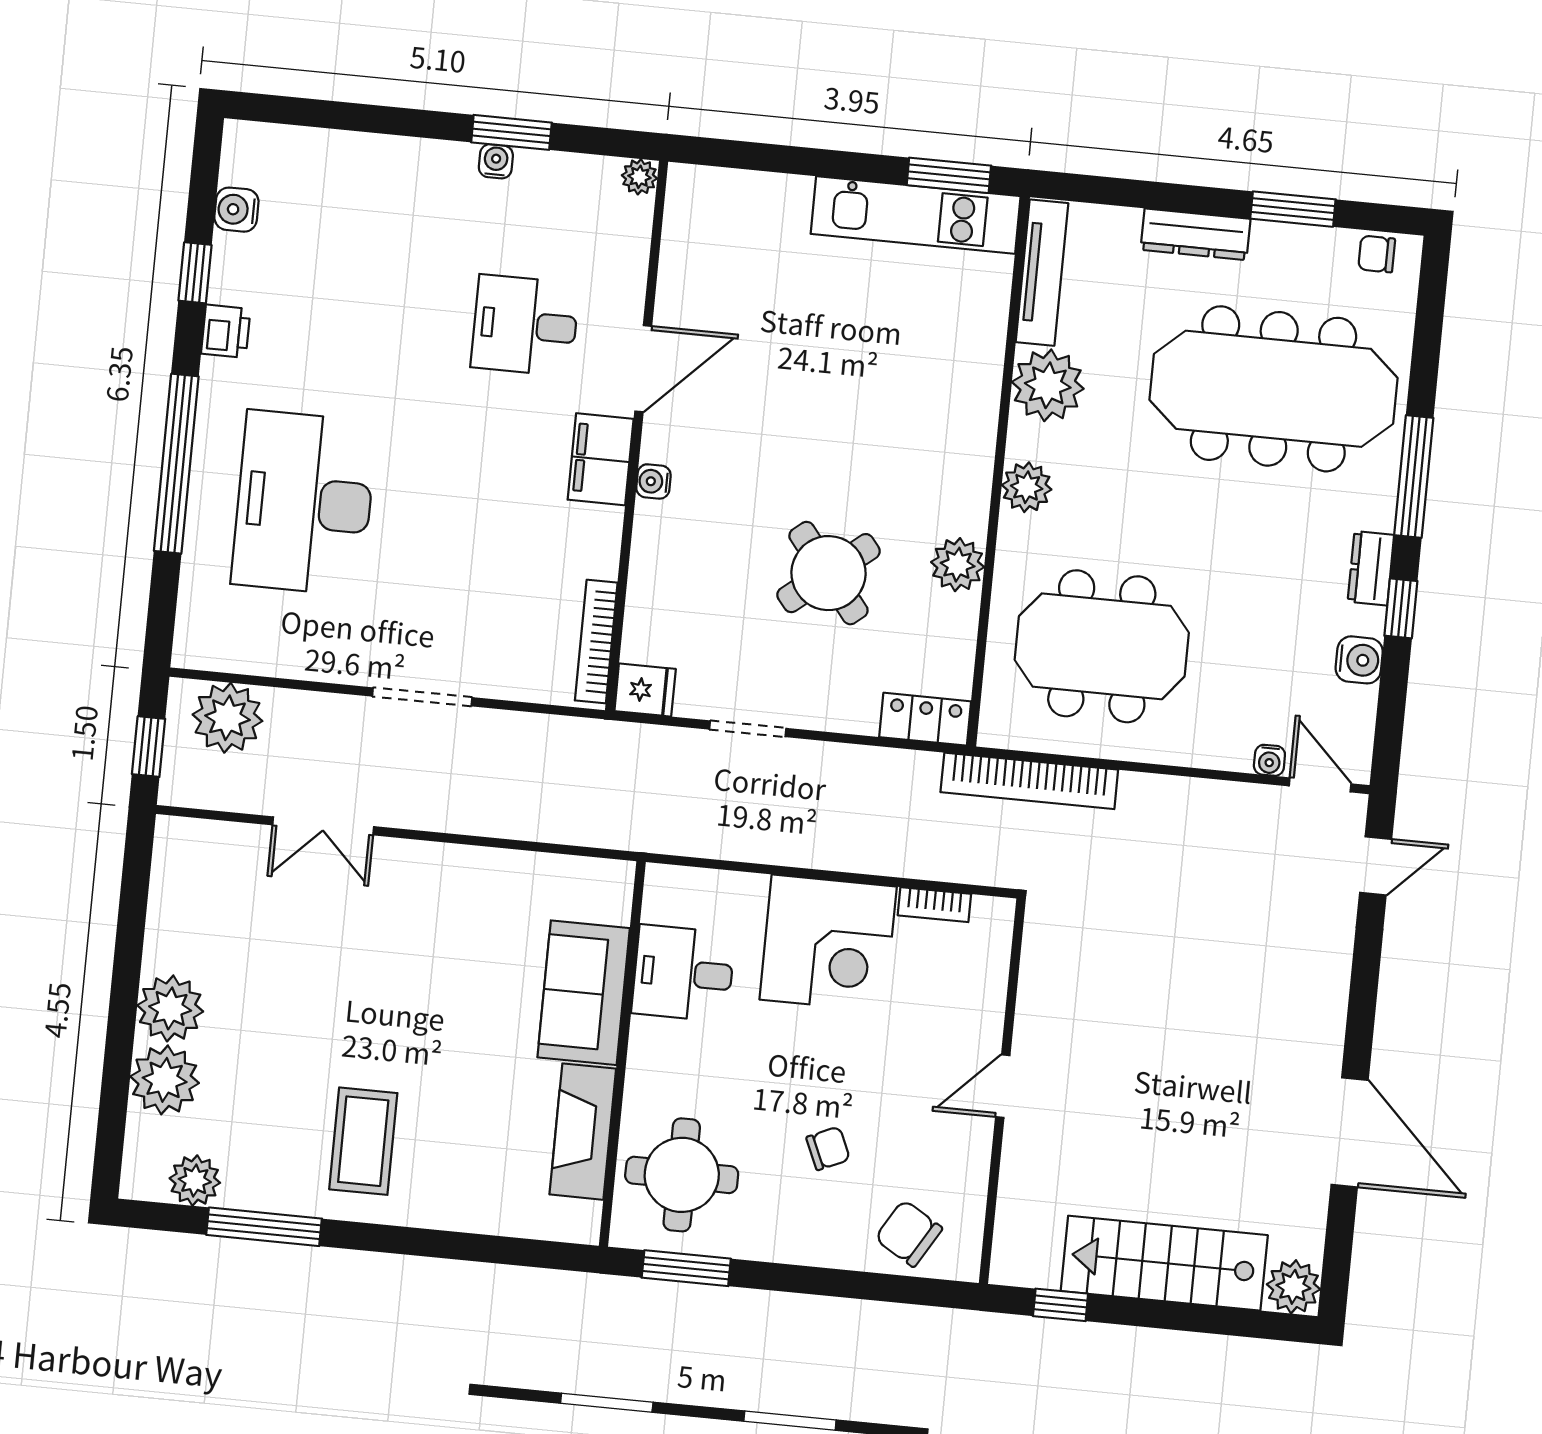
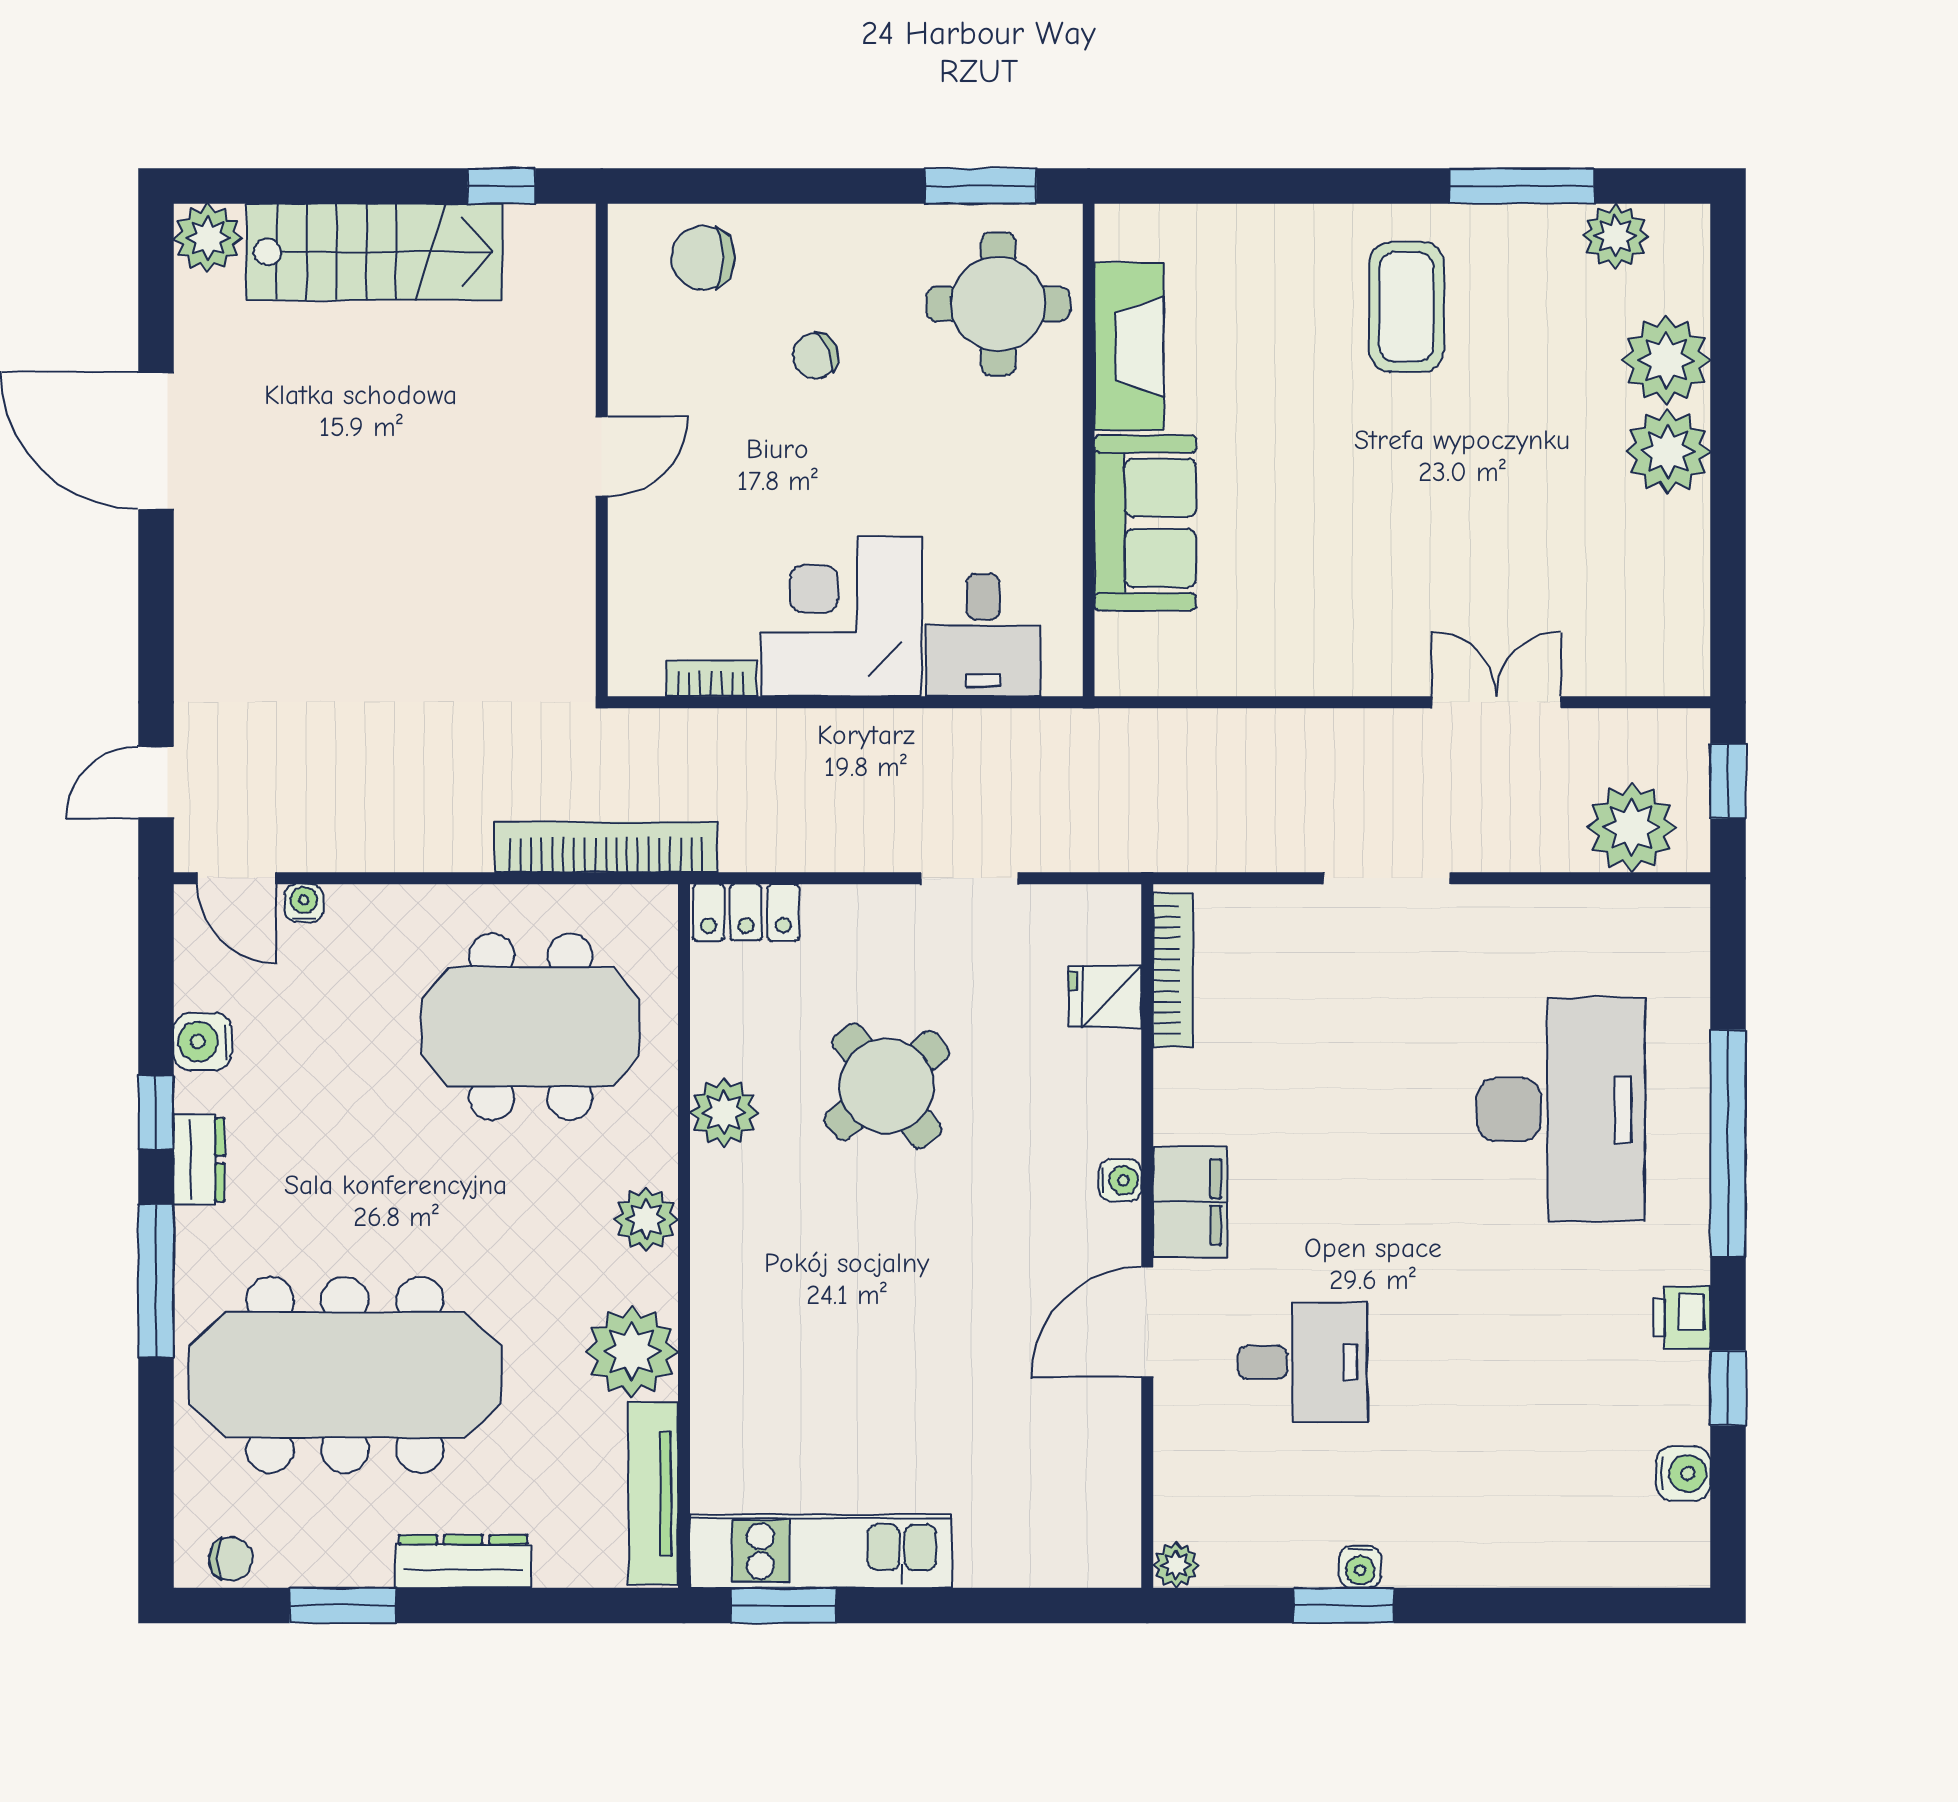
fridge: (645, 690) -> (1105, 997), moved
desk: (683, 973) -> (983, 635), moved, turned 90
chair: (909, 1233) -> (703, 258), turned 149

